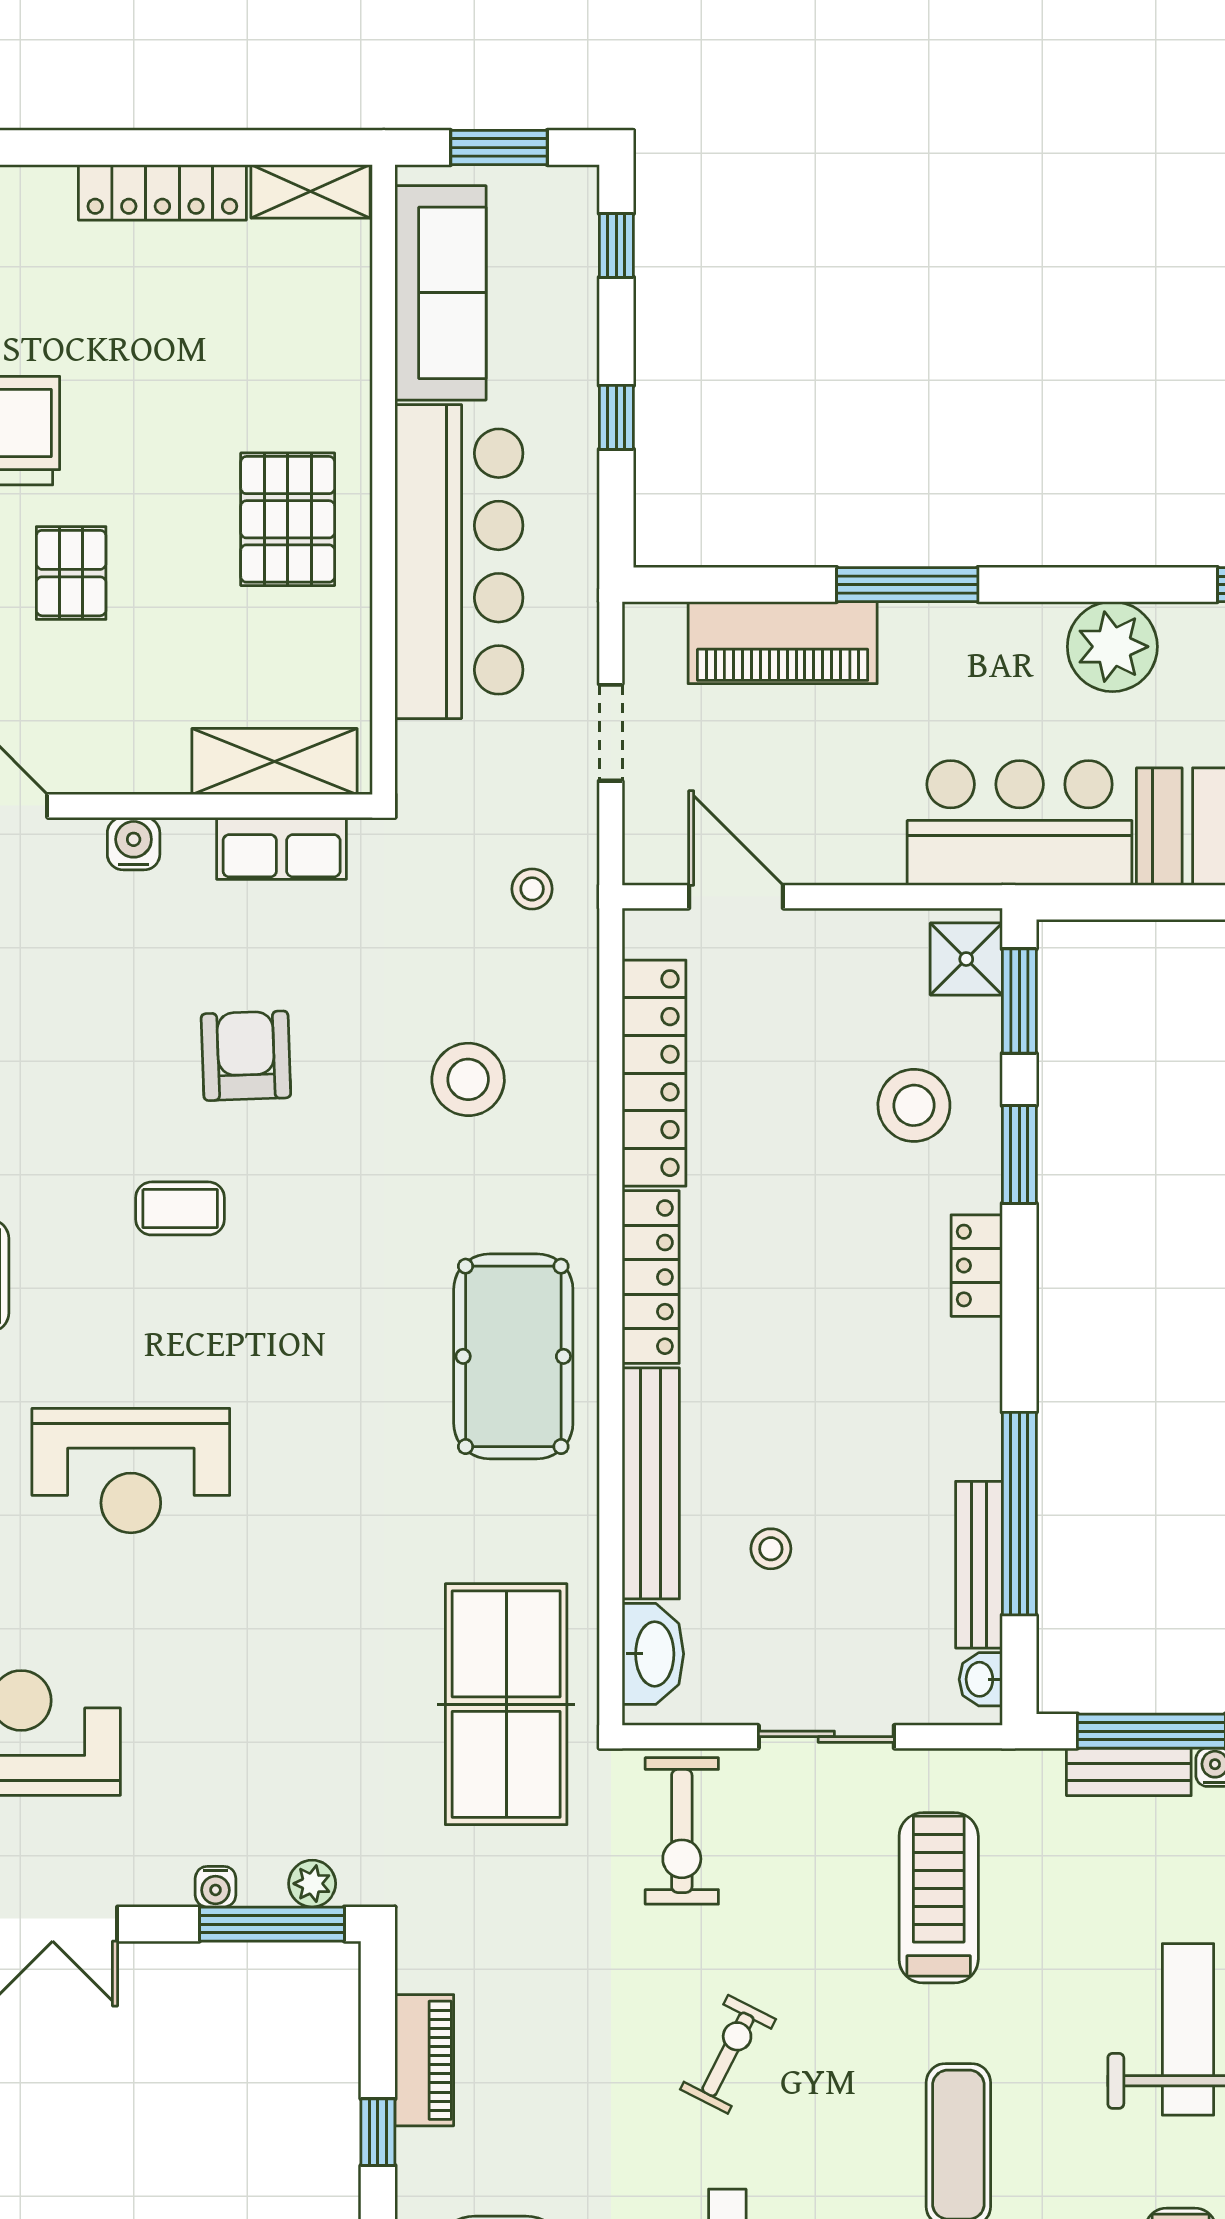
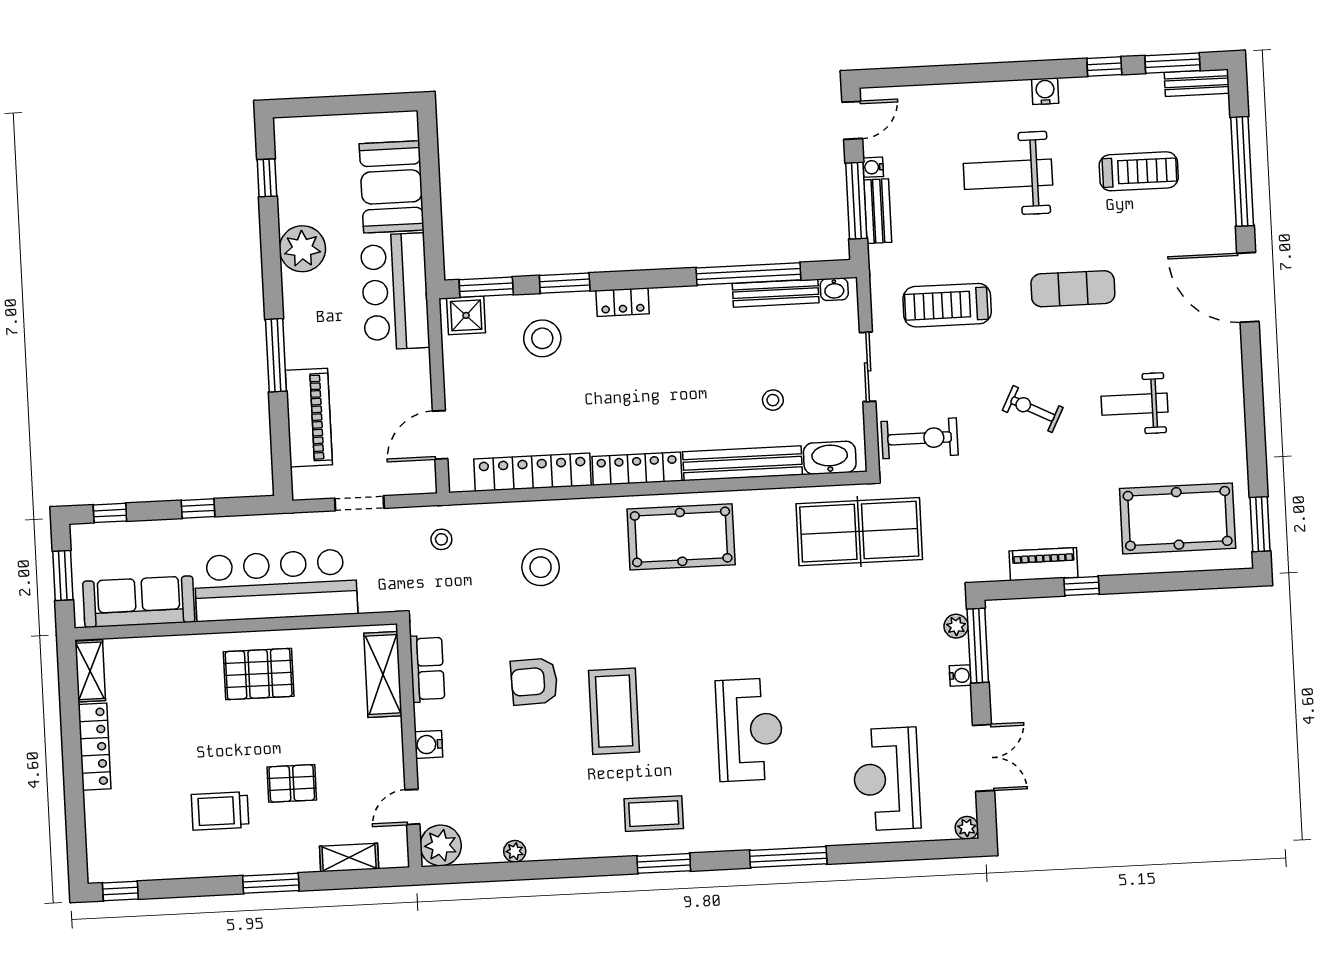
coffee table: (180, 1208) -> (614, 711), width x1.86, depth x1.72

